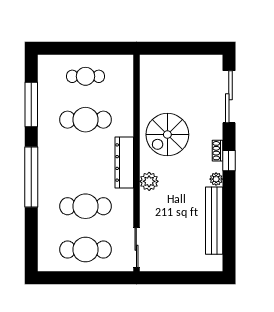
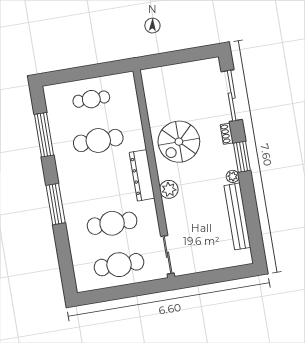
shoe rack: (217, 151) -> (227, 134), moved
window: (229, 161) -> (242, 157), width x1.50
window: (31, 177) -> (56, 204), width x0.68

